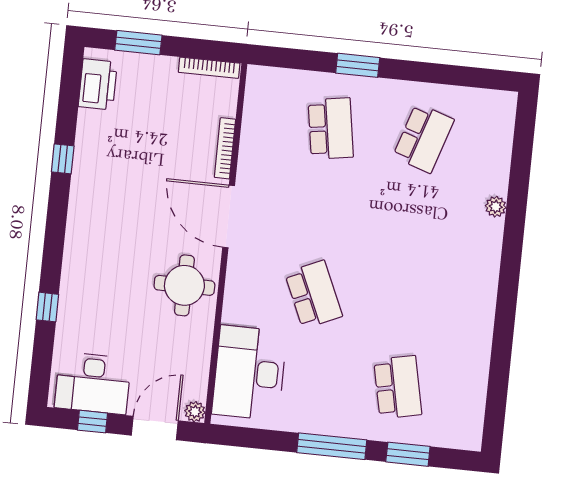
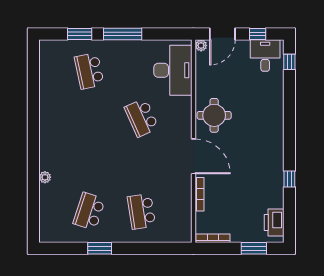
window: (358, 65) -> (100, 248), moved
window: (47, 307) -> (289, 62), moved
desk: (93, 383) -> (265, 55), width x0.73

